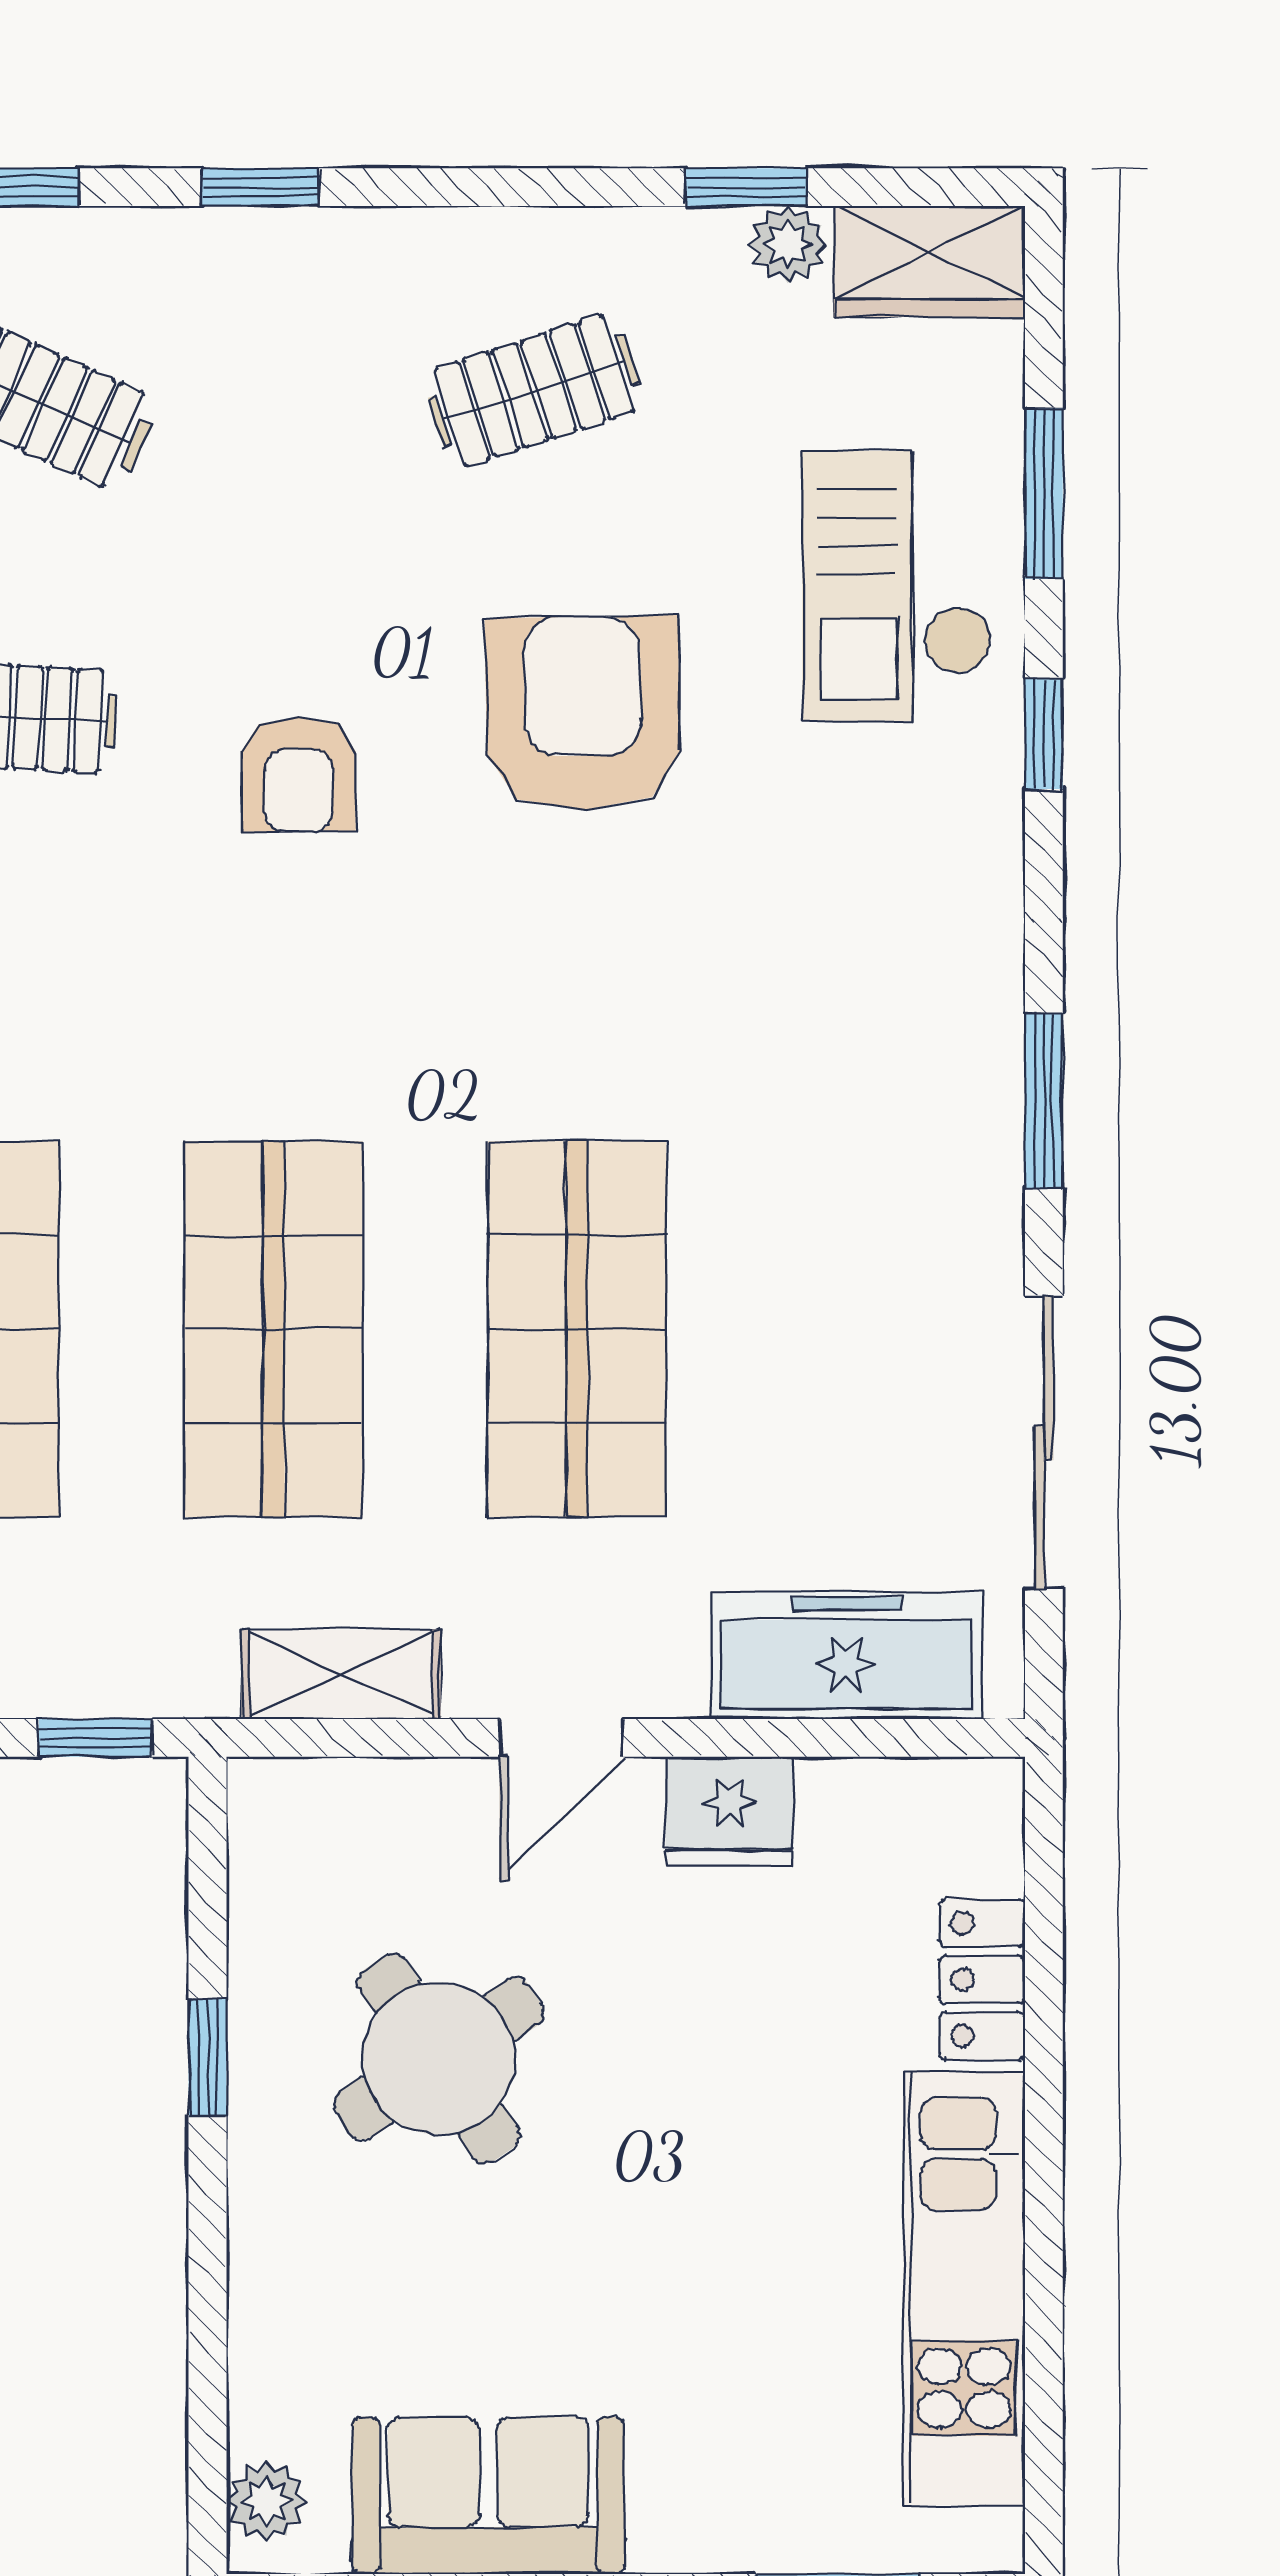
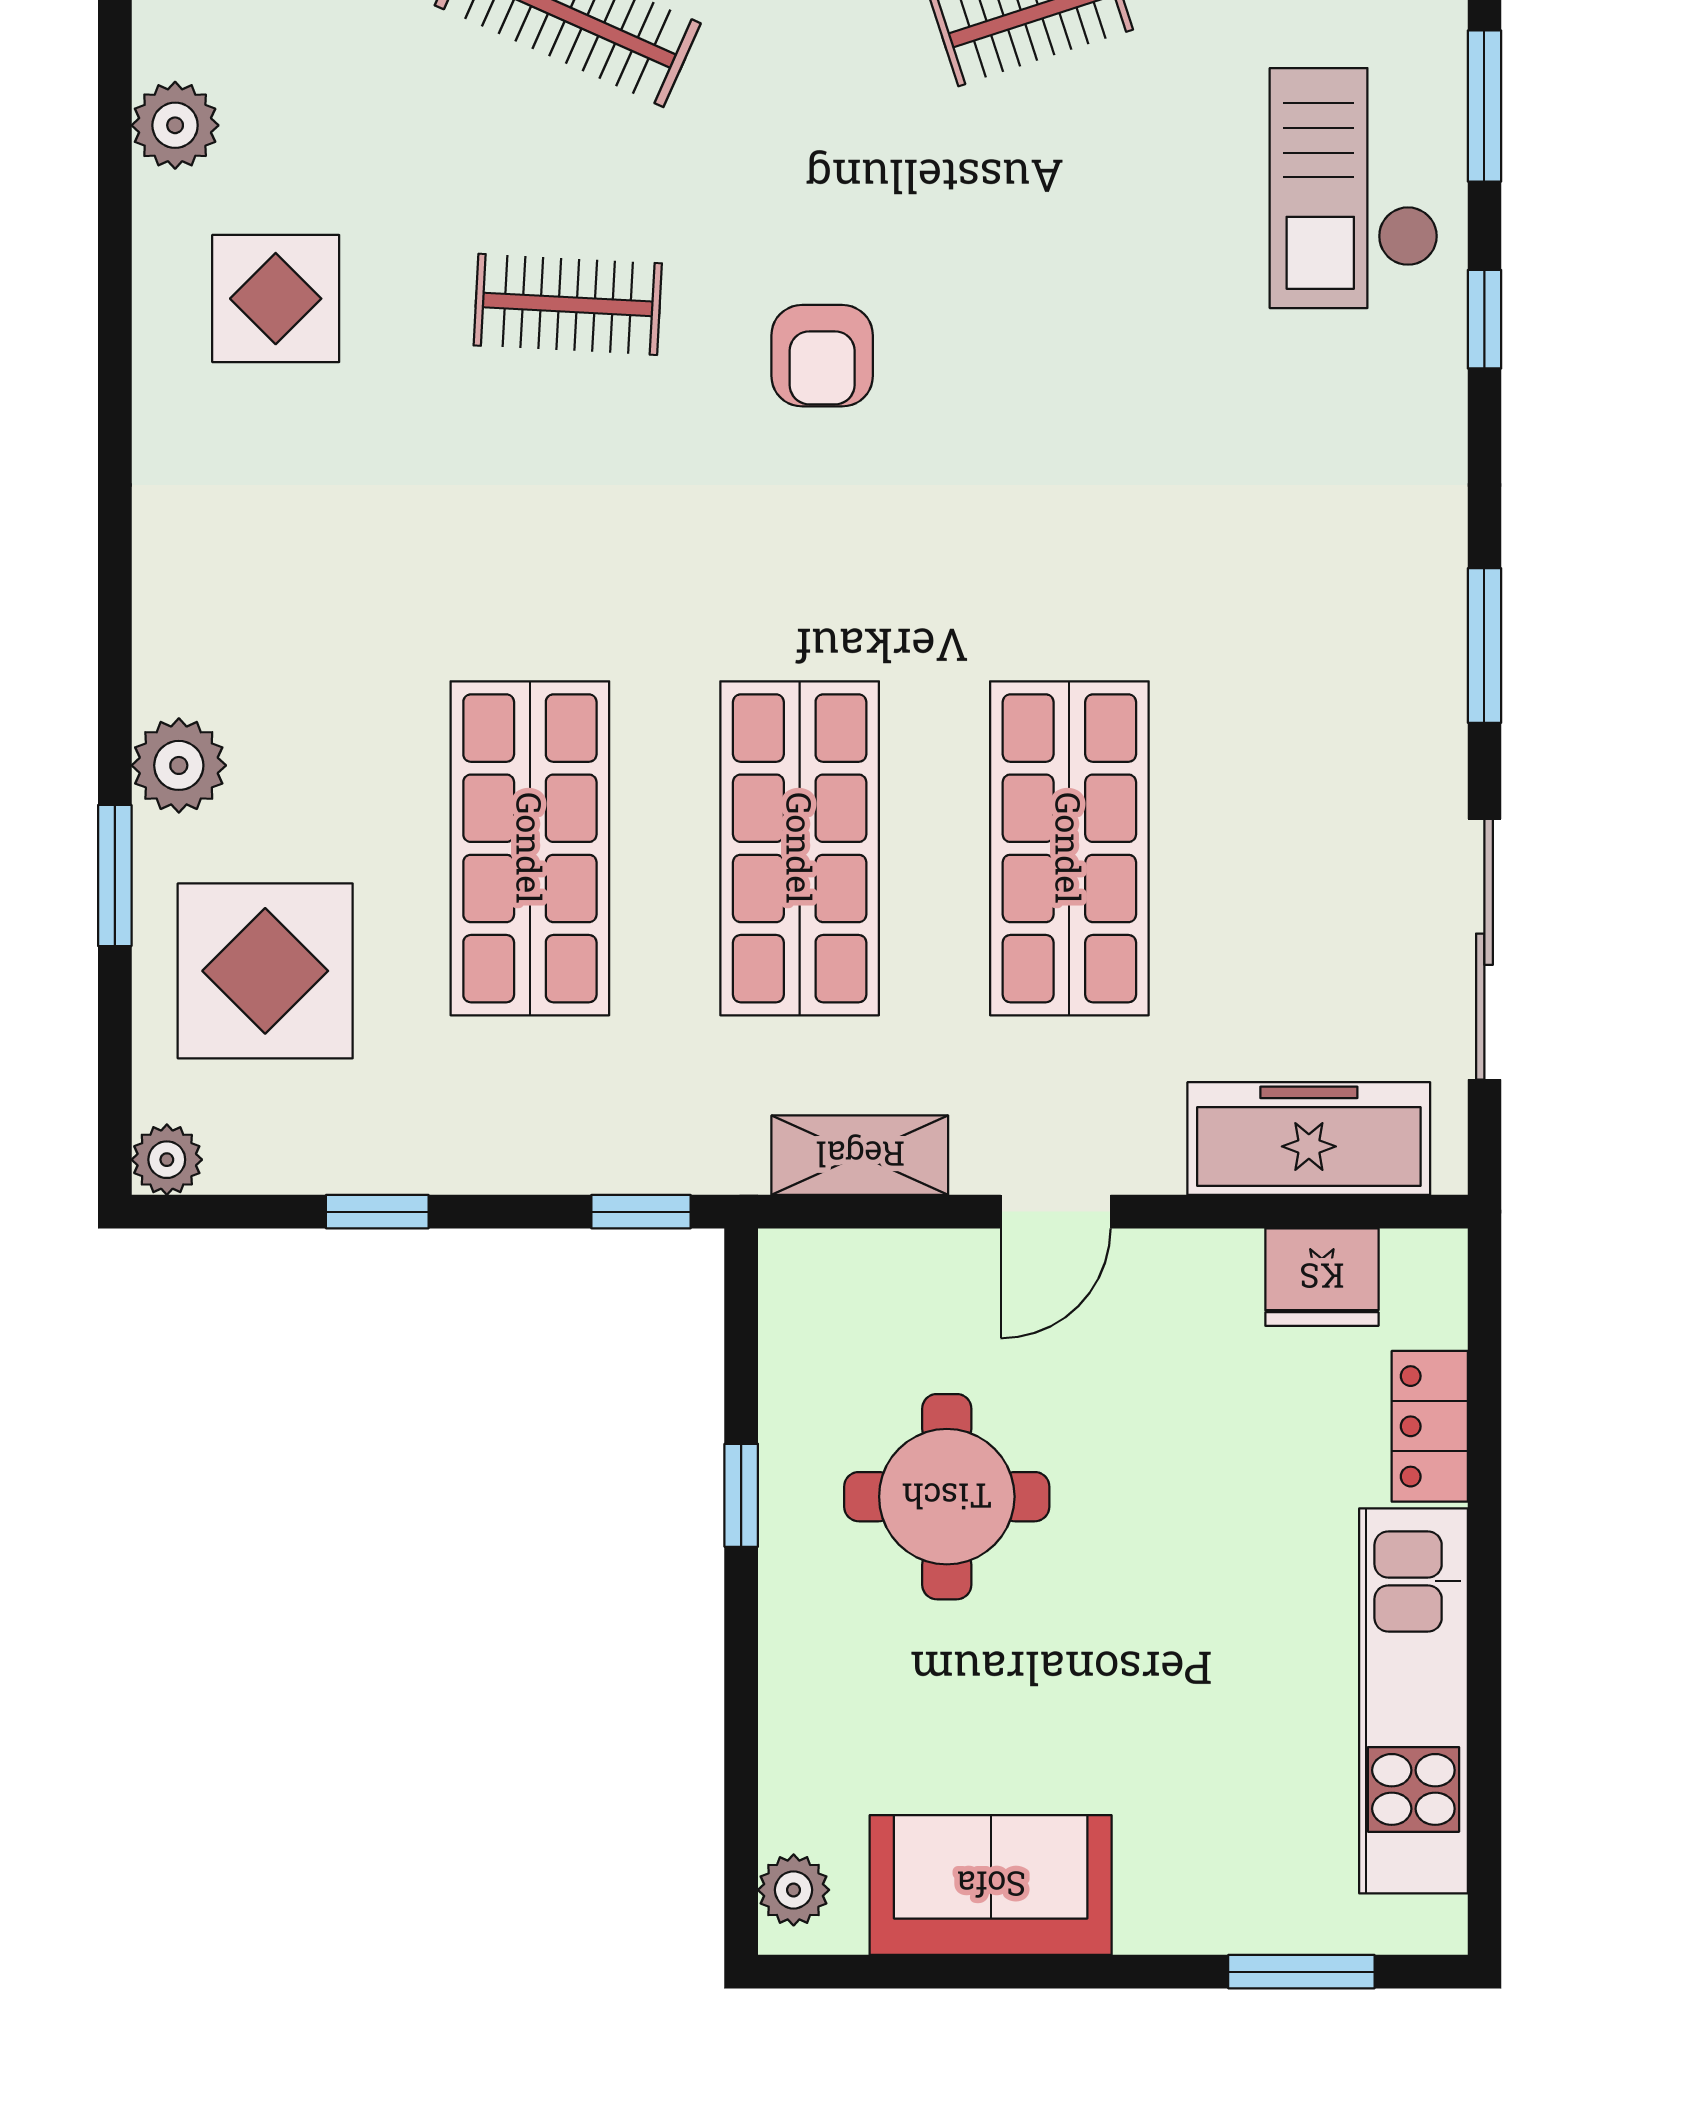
armchair: (583, 713) -> (1075, 301), removed
fridge: (729, 1811) -> (1322, 1277), moved
round table: (439, 2059) -> (947, 1497), turned 34

